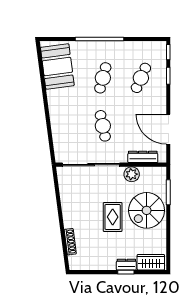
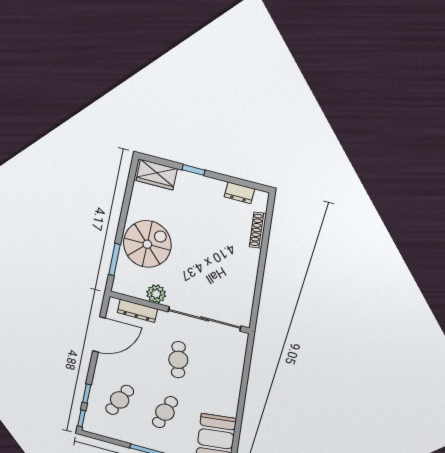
door: (168, 129) -> (99, 335), hinge flipped
rug: (113, 217) -> (193, 247), removed
dresser: (126, 265) -> (239, 193), moved

